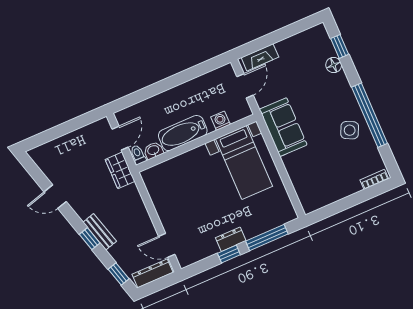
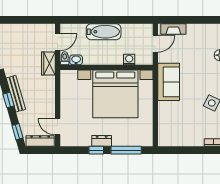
bathtub: (183, 133) -> (104, 32), moved, turned 180
bed with nightstands: (244, 163) -> (115, 94), width x1.85
bench: (100, 232) -> (16, 94), width x1.36

